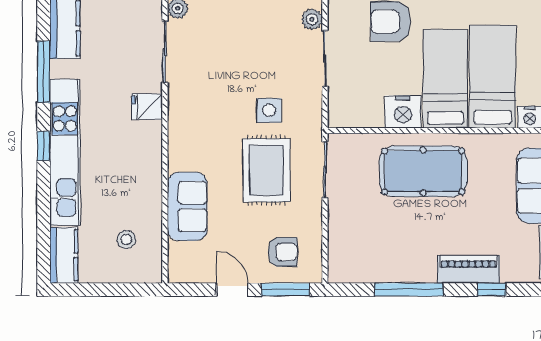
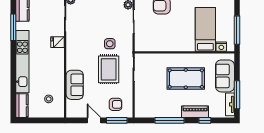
bed: (445, 79) -> (185, 30), removed
nightstand: (403, 112) -> (167, 44), removed
window: (44, 146) -> (13, 59), removed
pool table: (423, 171) -> (186, 79), moved

